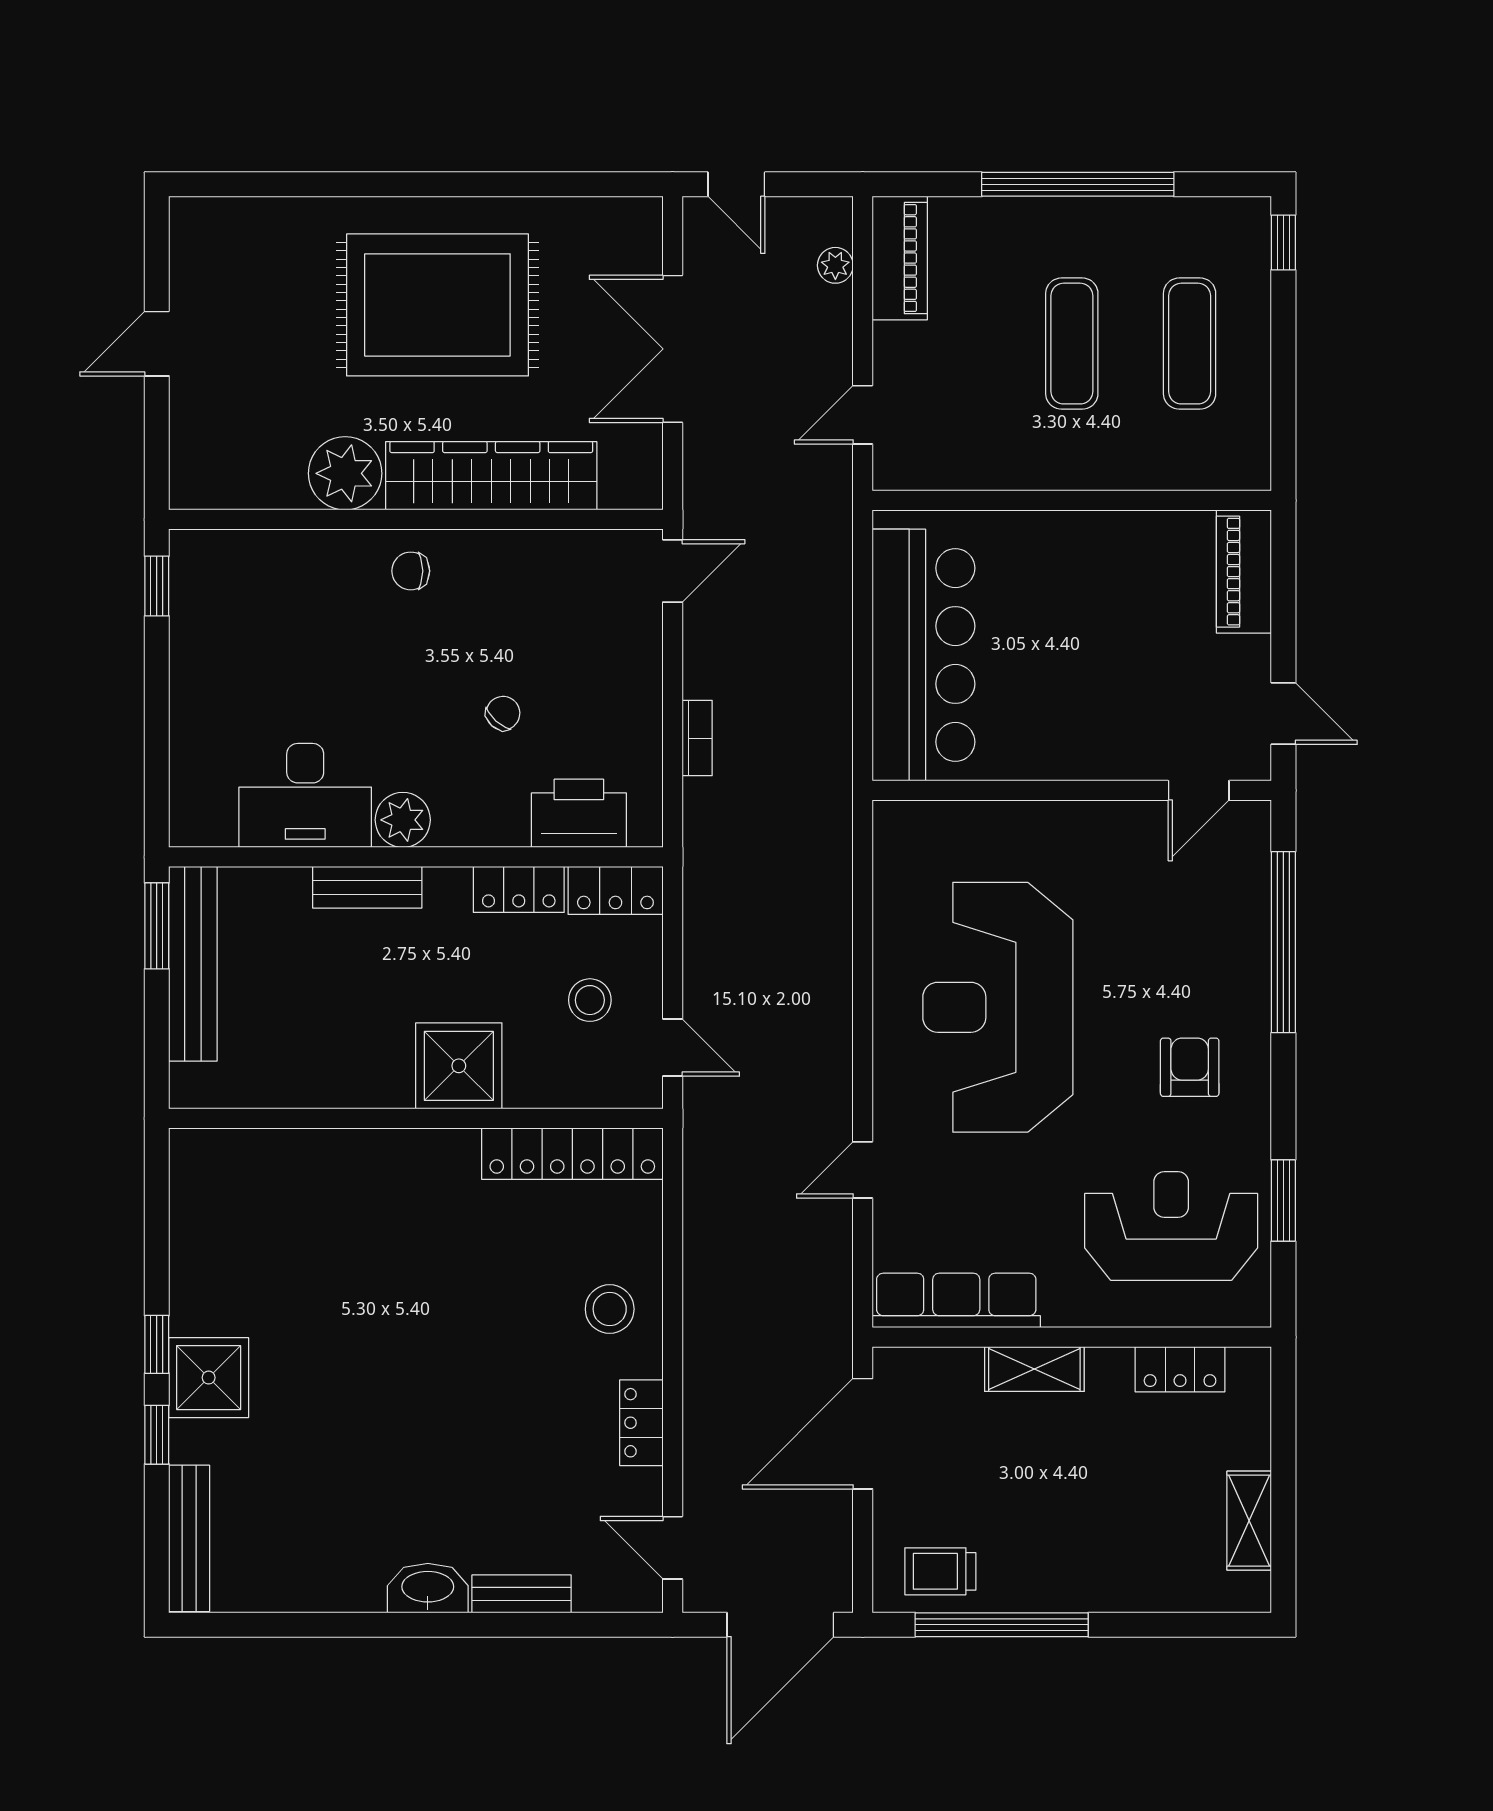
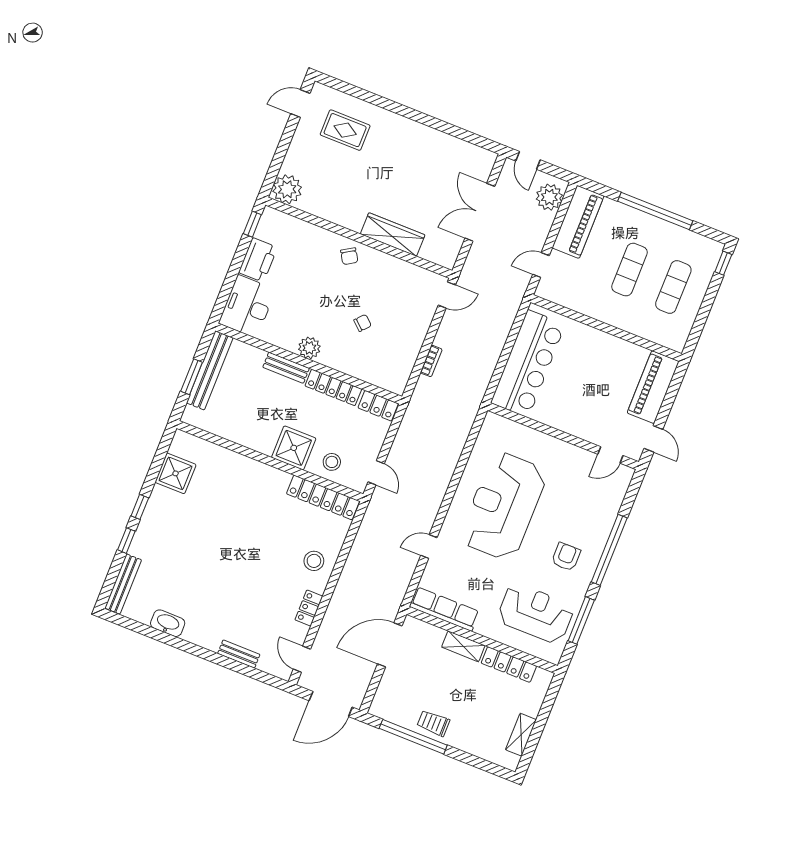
piano: (900, 258) -> (578, 222), width x1.37, depth x1.33
plant: (835, 265) -> (549, 197), width x1.88, depth x1.88
rug: (437, 305) -> (345, 130), moved, width x0.54, depth x0.49
door: (157, 344) -> (300, 104), moved
plant: (345, 473) -> (287, 189), moved
wardrobe: (491, 476) -> (393, 235), width x0.71, depth x0.85
chair: (411, 571) -> (349, 256), turned -122
piano: (1244, 572) -> (653, 387), width x1.37, depth x1.33
desk: (305, 795) -> (247, 306), moved, turned 90
printer: (579, 813) -> (258, 260), moved, turned 90
locker: (519, 889) -> (333, 387), width x1.53
window: (157, 926) -> (192, 377), moved
window: (1283, 942) -> (609, 550), moved
stool: (590, 1000) -> (332, 462), moved
window: (1283, 1201) -> (581, 620), width x1.44
locker: (1180, 1369) -> (509, 664), width x1.53
shower: (209, 1378) -> (176, 473), moved
trolley: (940, 1571) -> (433, 723), moved
washbasin: (428, 1588) -> (168, 623), moved

